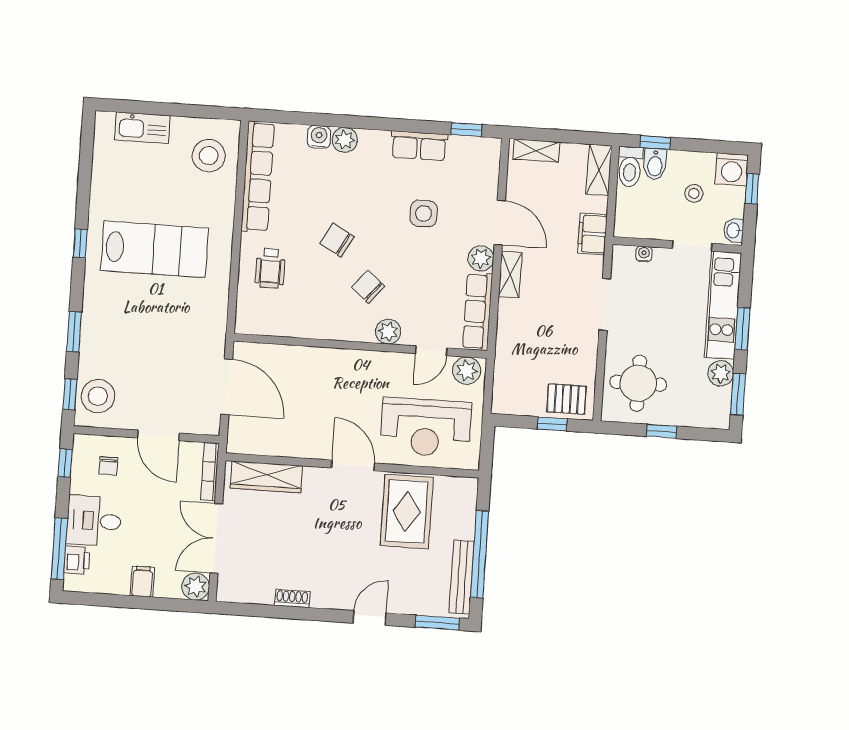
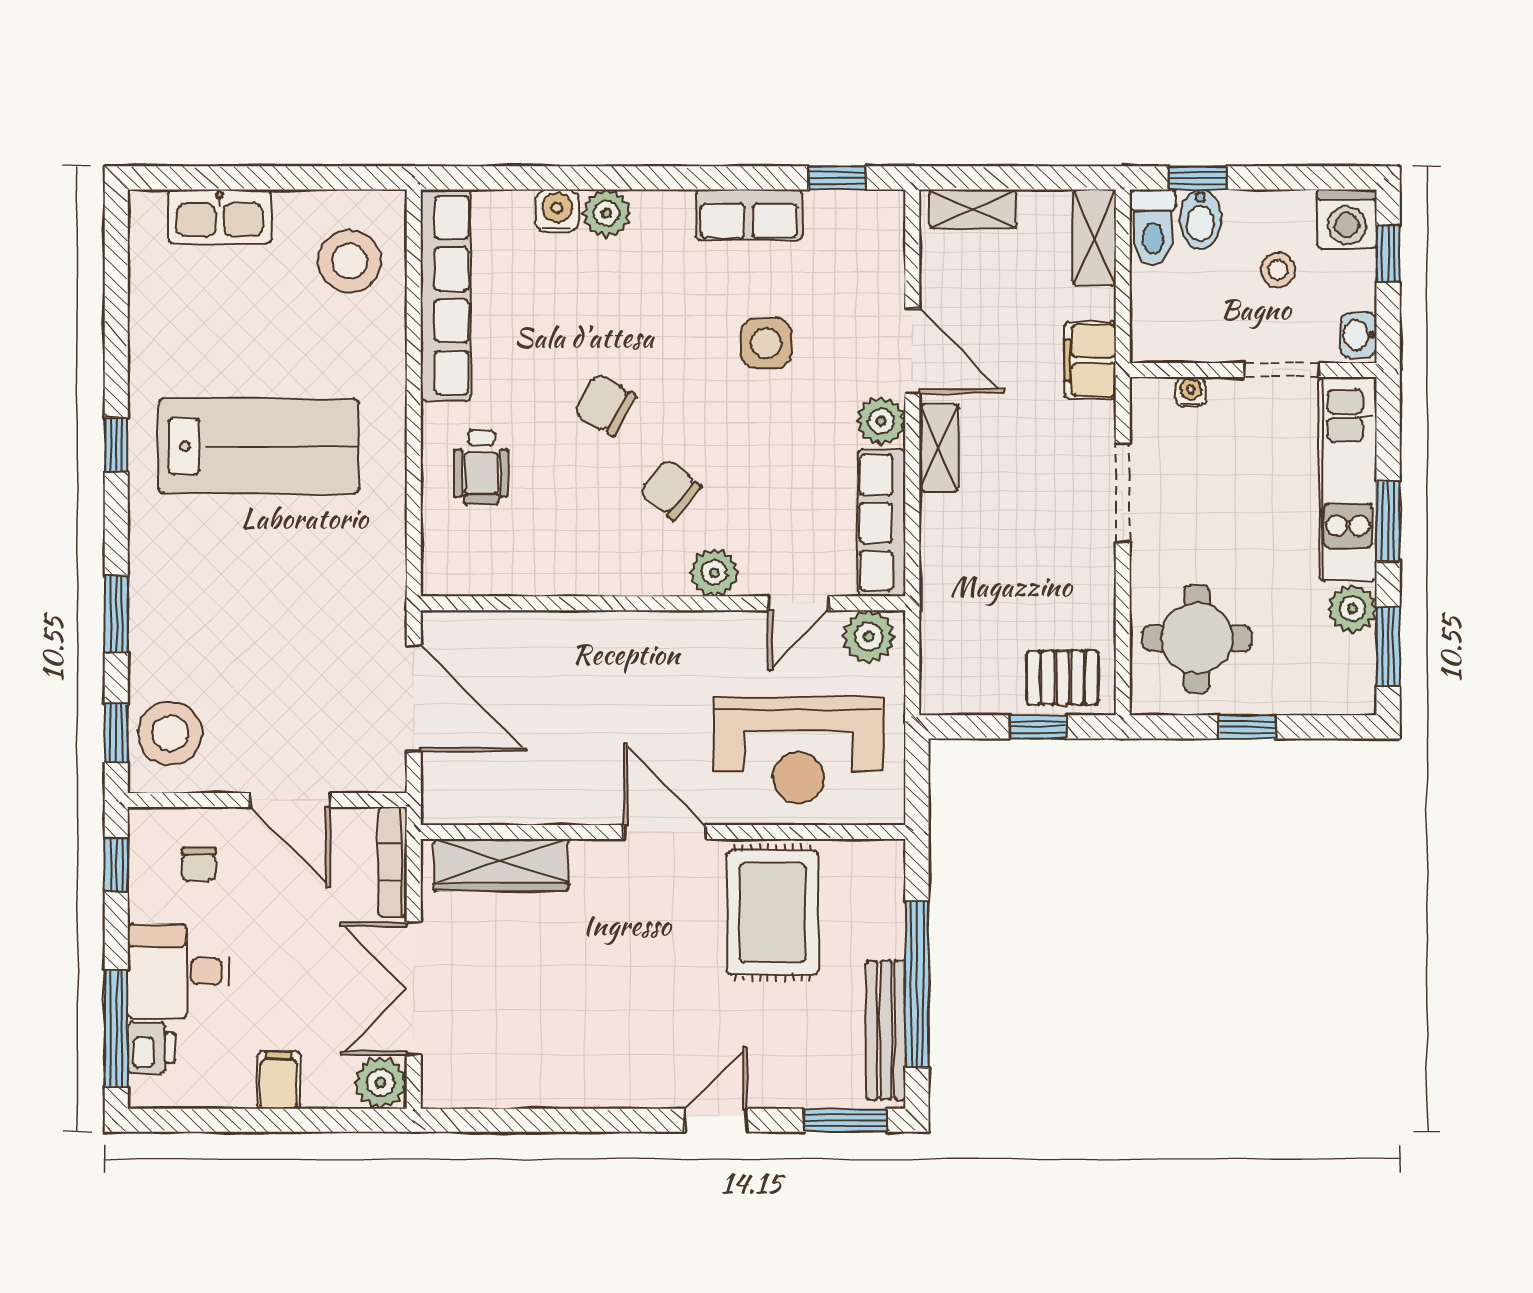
shoe rack: (292, 598) -> (566, 1093), removed

